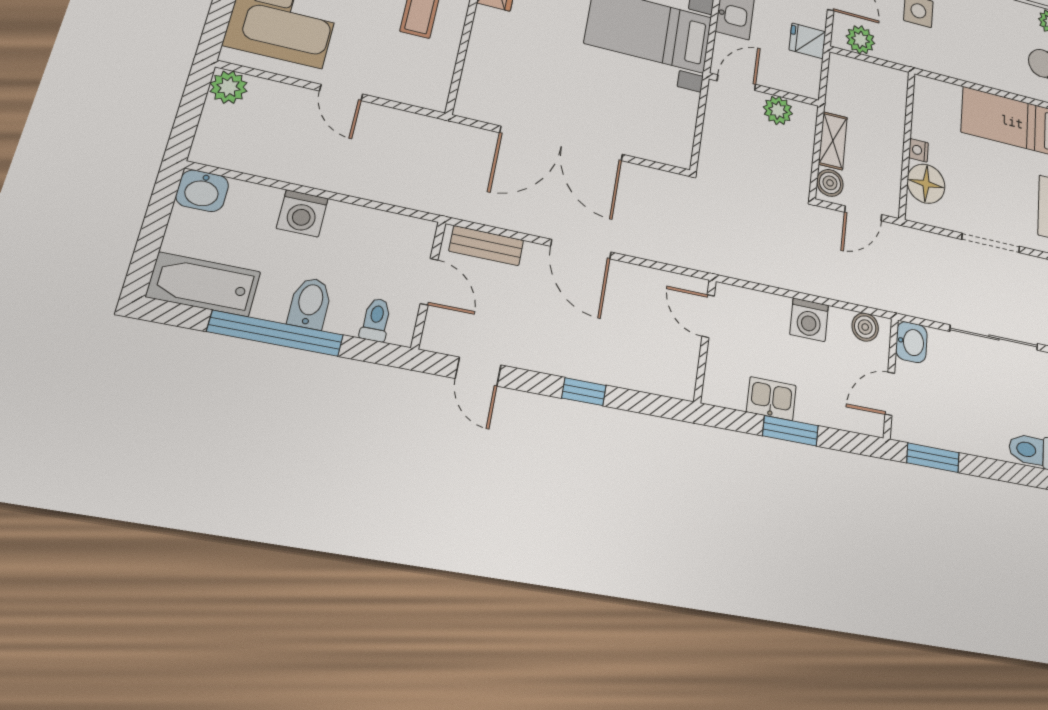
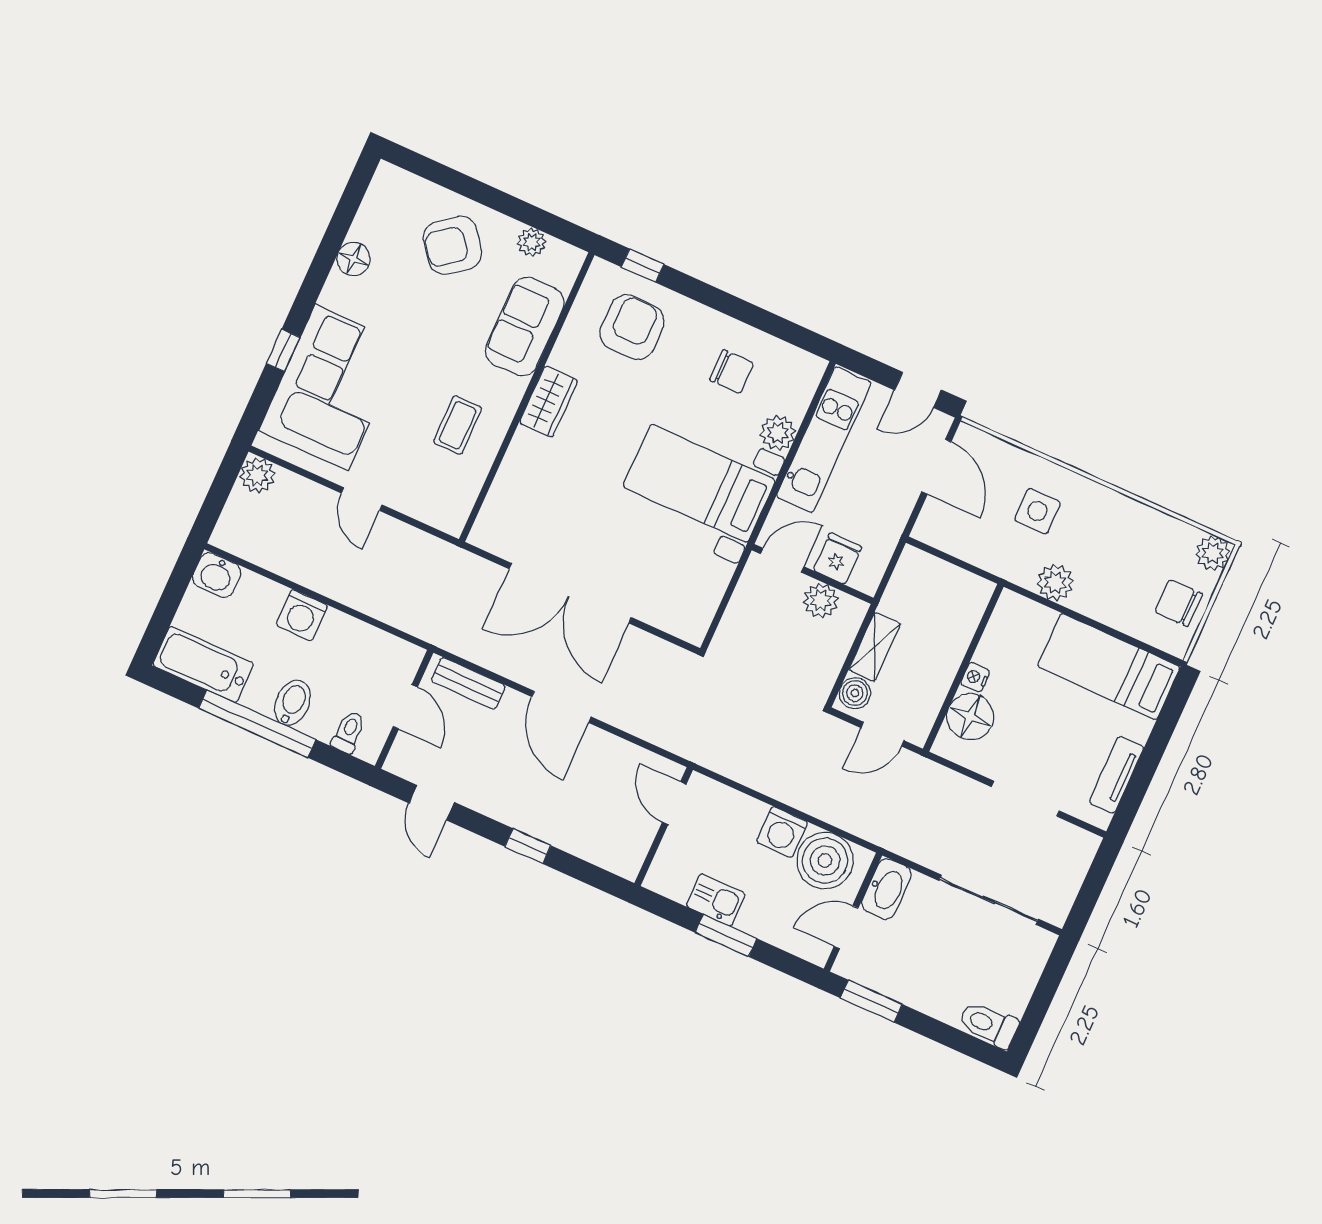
plant: (860, 40) -> (1055, 583), moved
fridge: (808, 41) -> (837, 559), moved, turned 90
boiler: (865, 327) -> (825, 861), width x1.86, depth x1.86
washbasin: (911, 342) -> (886, 889), width x1.38

